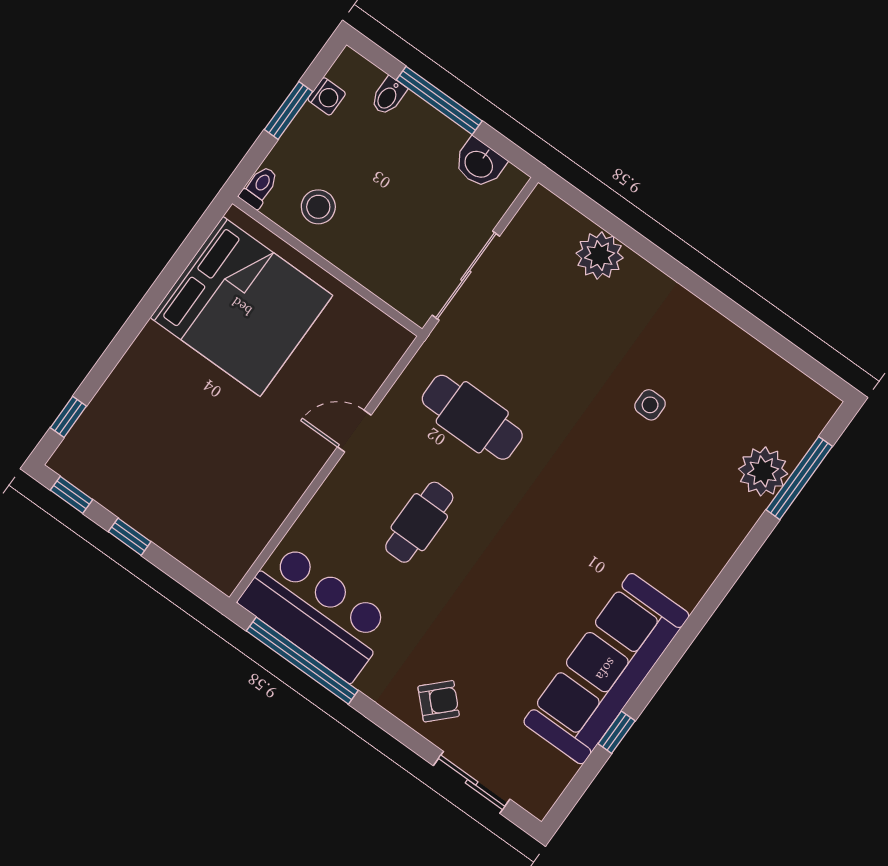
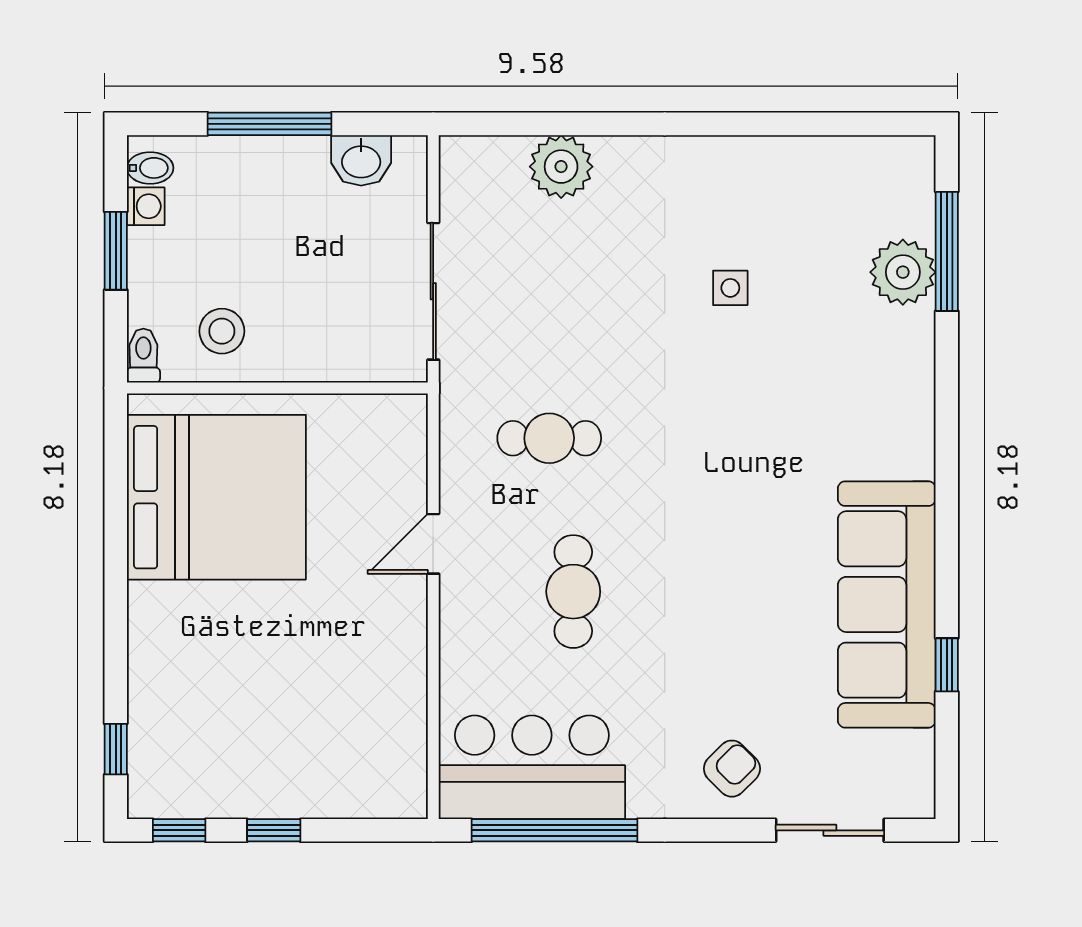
bidet: (388, 96) -> (150, 168), moved, turned -90
cafe table: (472, 417) -> (549, 438), width x0.73, depth x0.74

